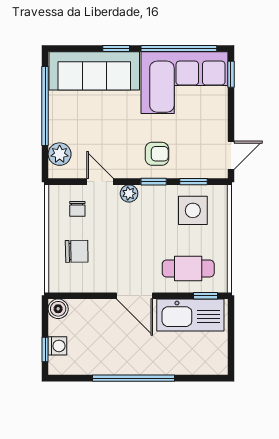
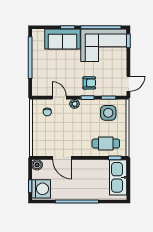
sofa: (94, 71) -> (62, 39), width x0.73
plant: (60, 154) -> (38, 83), removed
chair: (77, 251) -> (47, 134), removed
door: (135, 296) -> (62, 158), moved
kitchen sink: (190, 315) -> (118, 177), moved, turned 90
washing machine: (57, 346) -> (41, 189), width x1.89, depth x1.89

